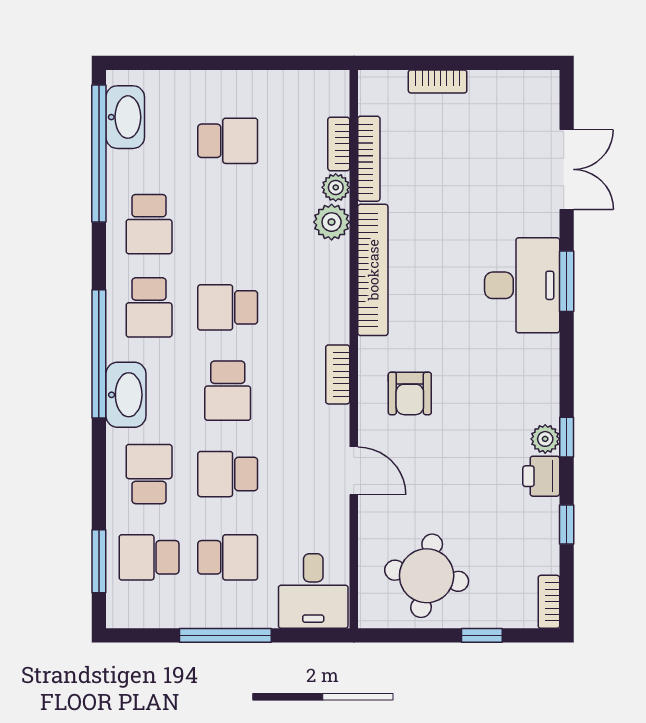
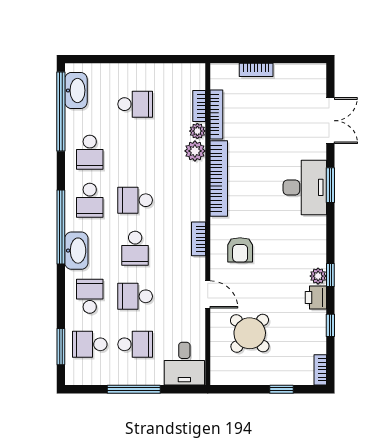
round table: (427, 576) -> (250, 333), moved, turned 34

